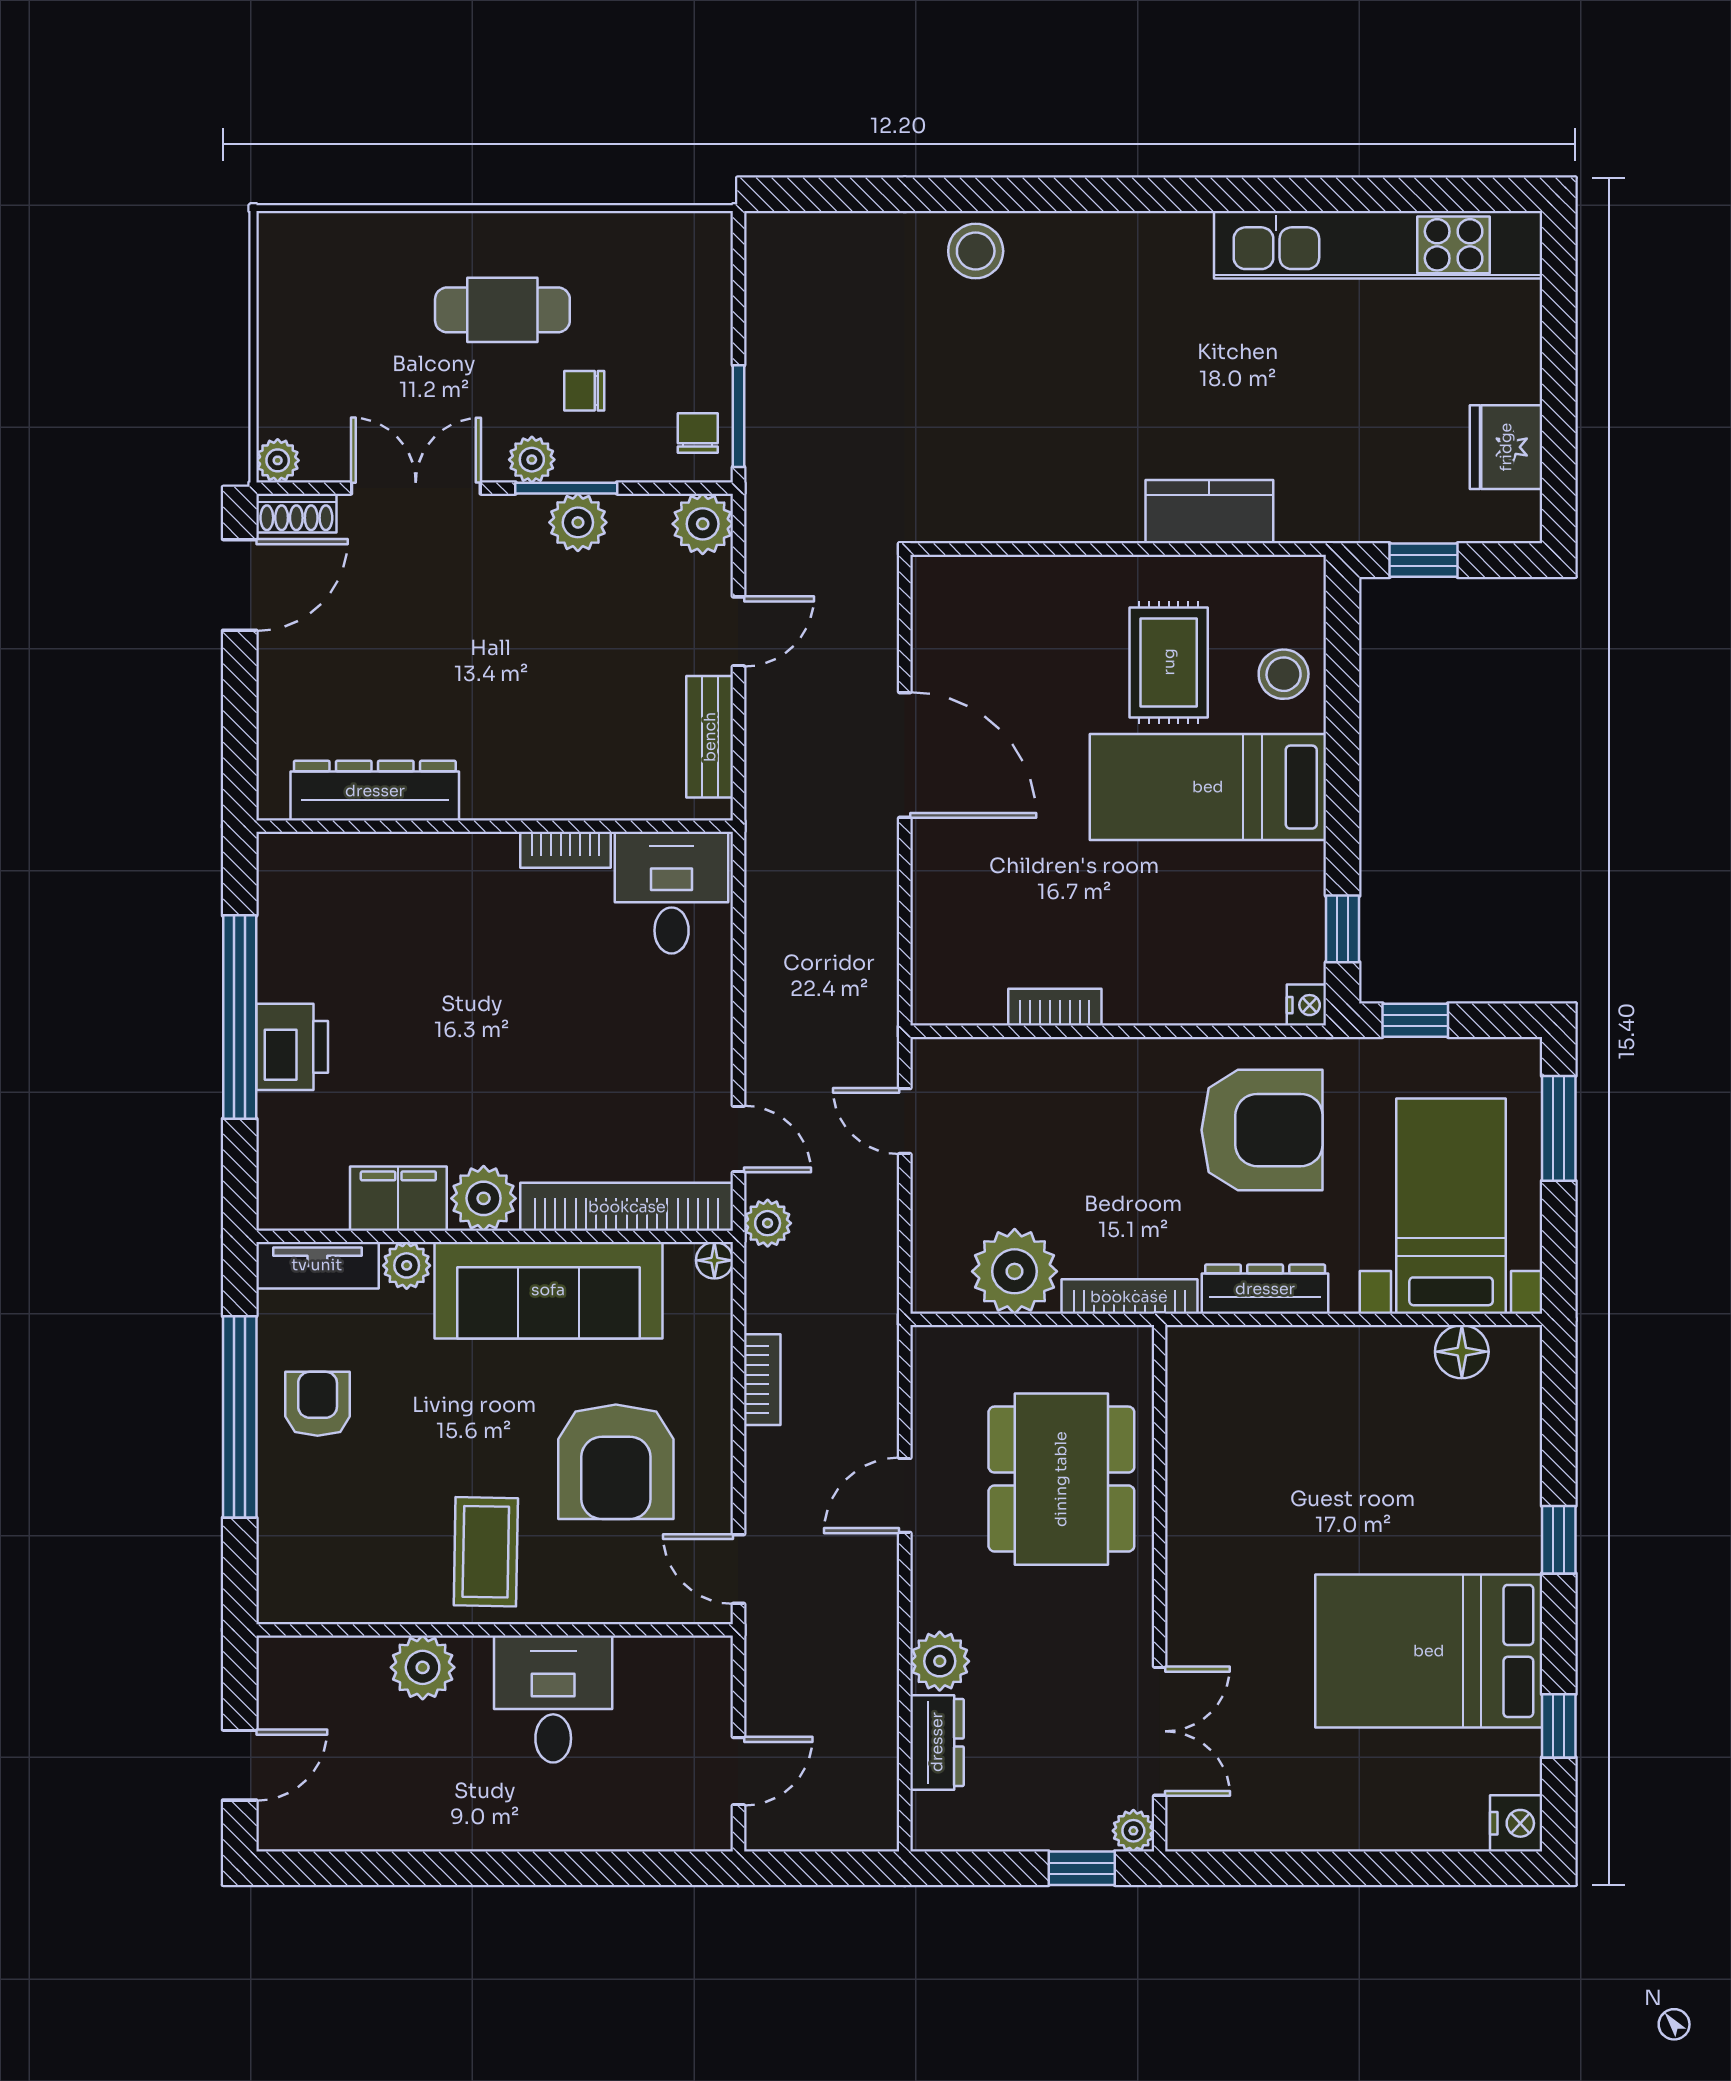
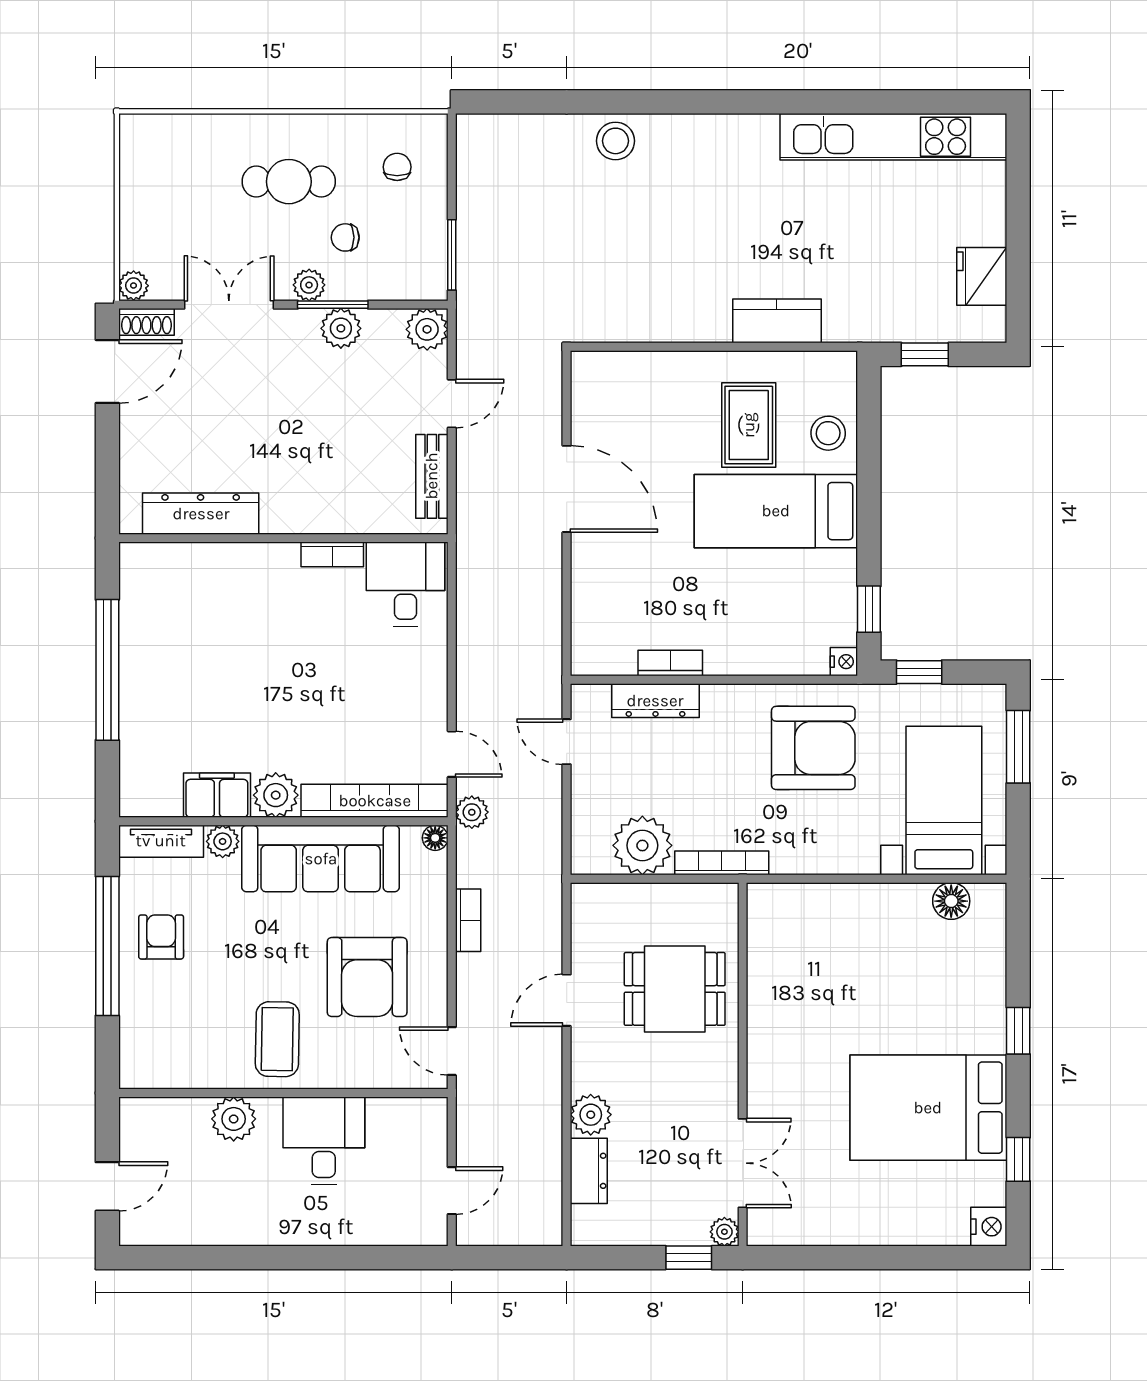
chair: (698, 433) -> (397, 167), moved
printer: (292, 1047) -> (143, 691), removed
dresser: (1265, 1289) -> (655, 701), moved, turned 180
dining table: (1061, 1479) -> (675, 989), width x0.73

